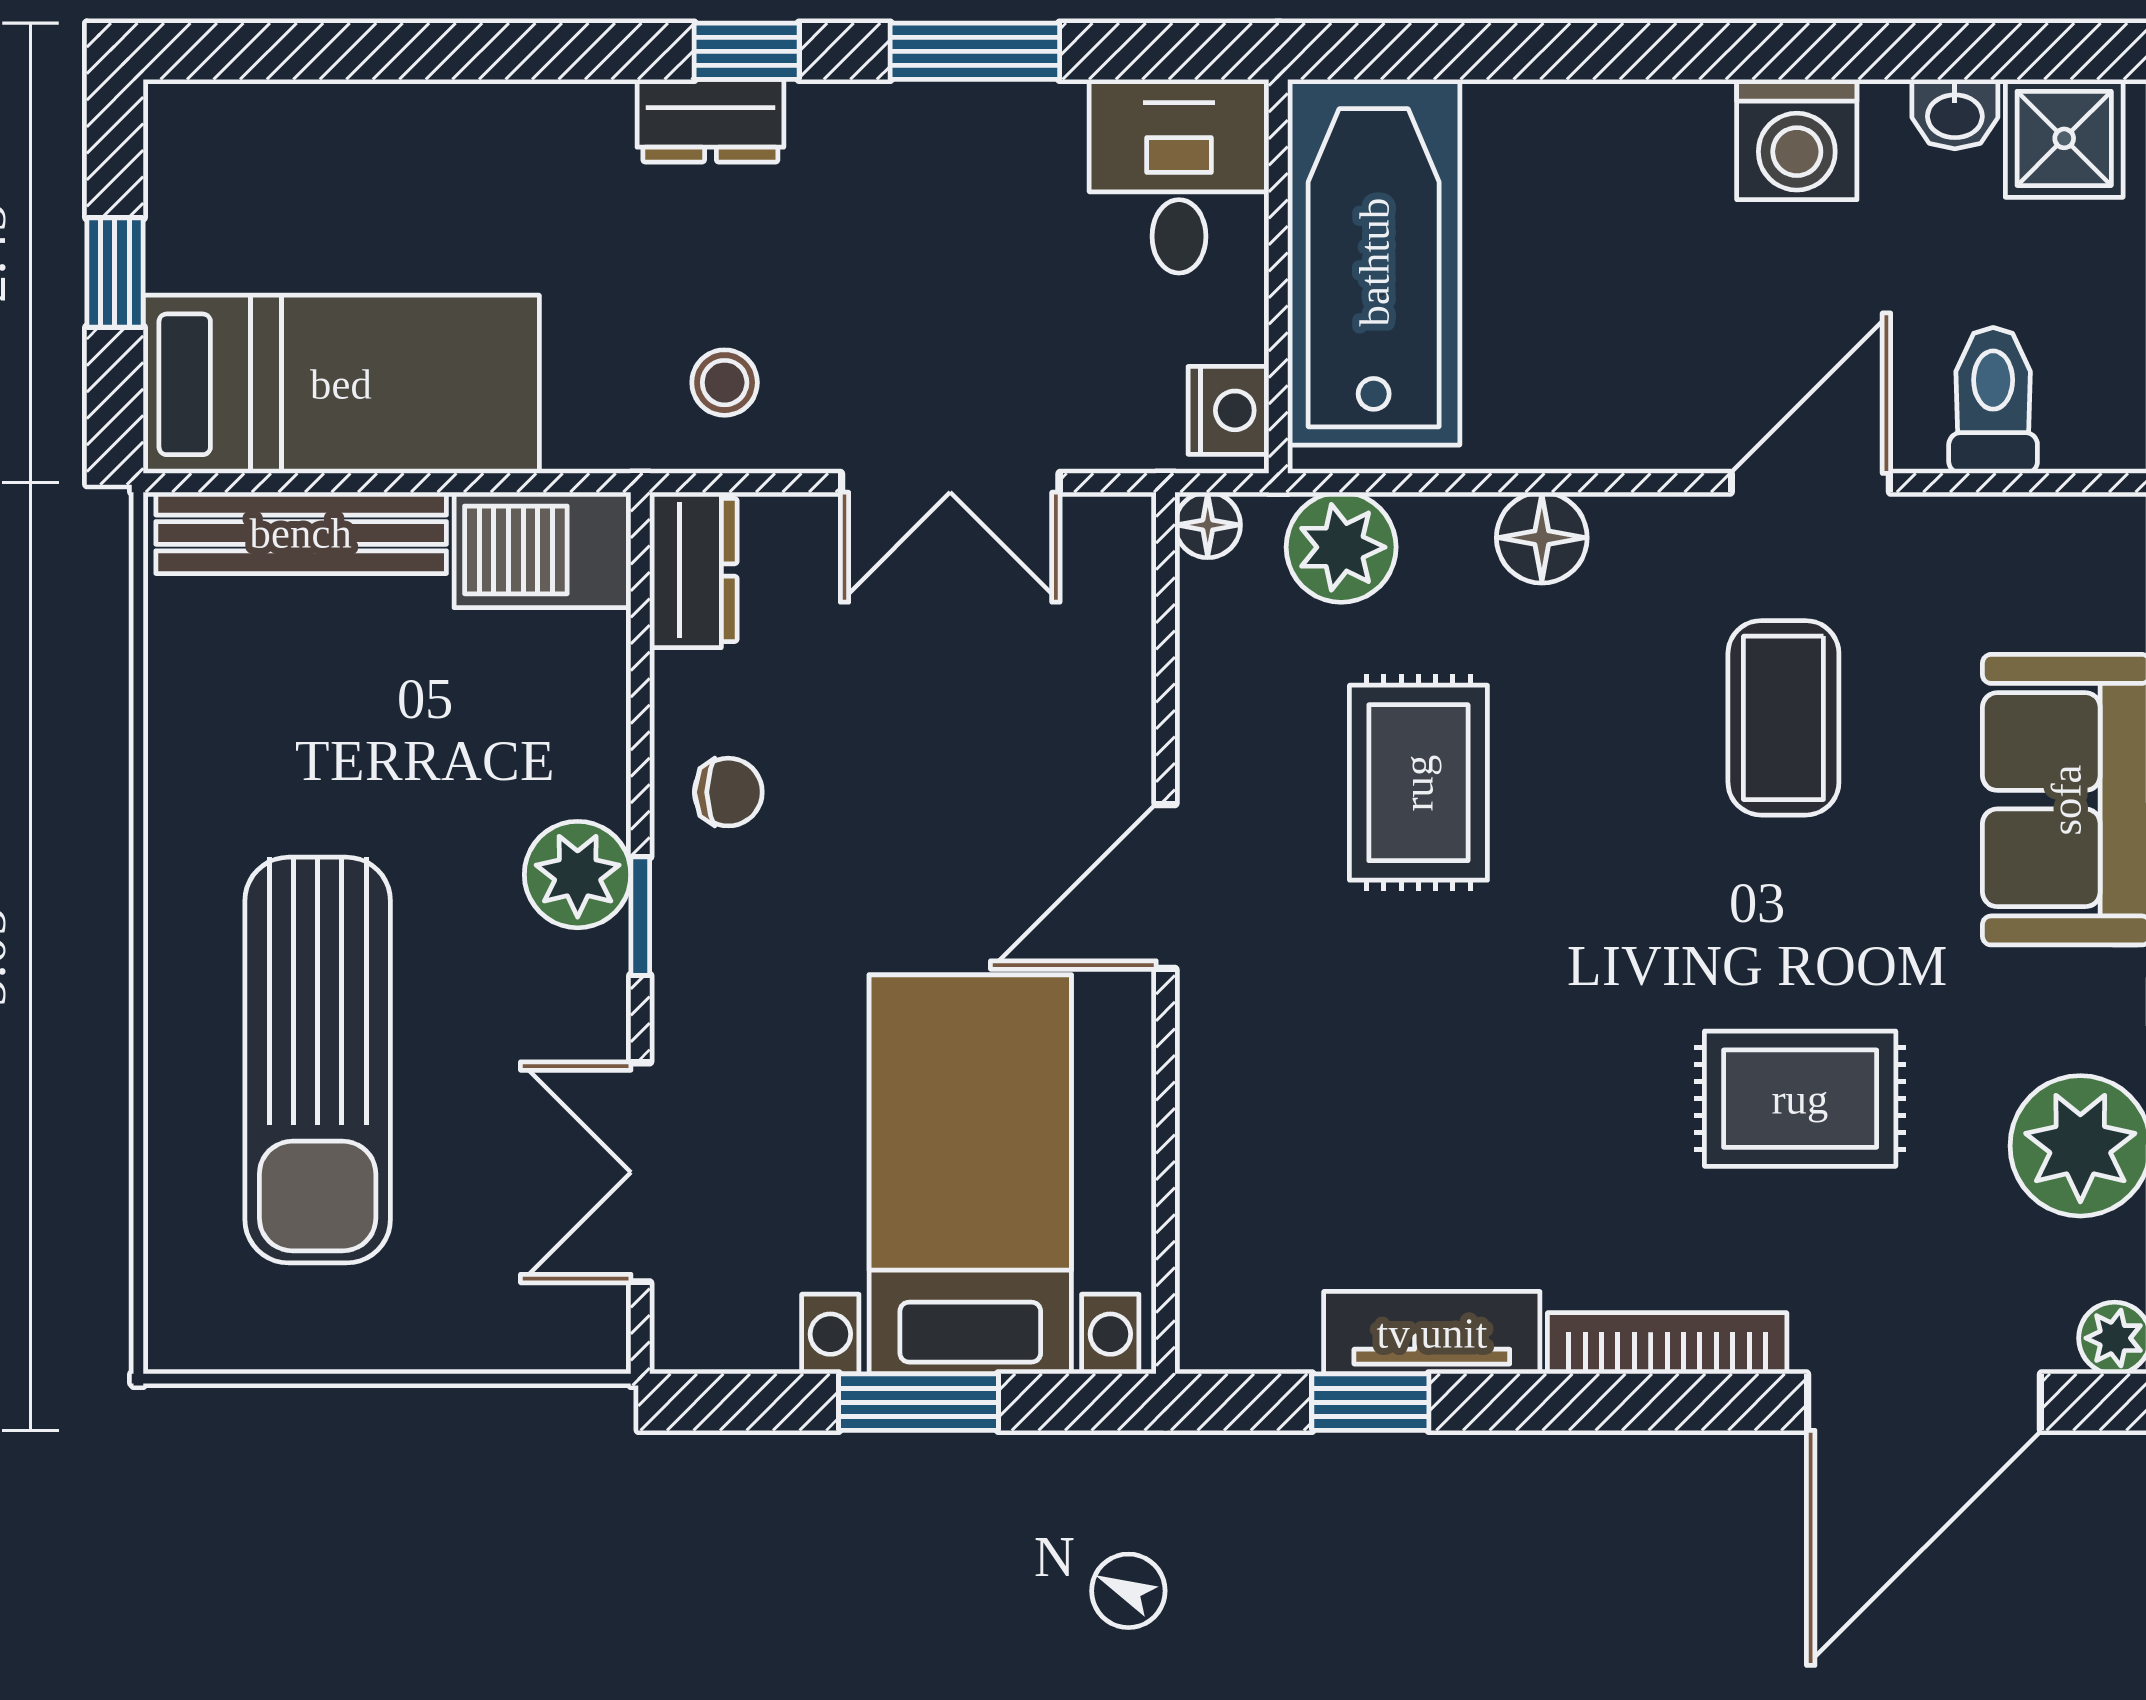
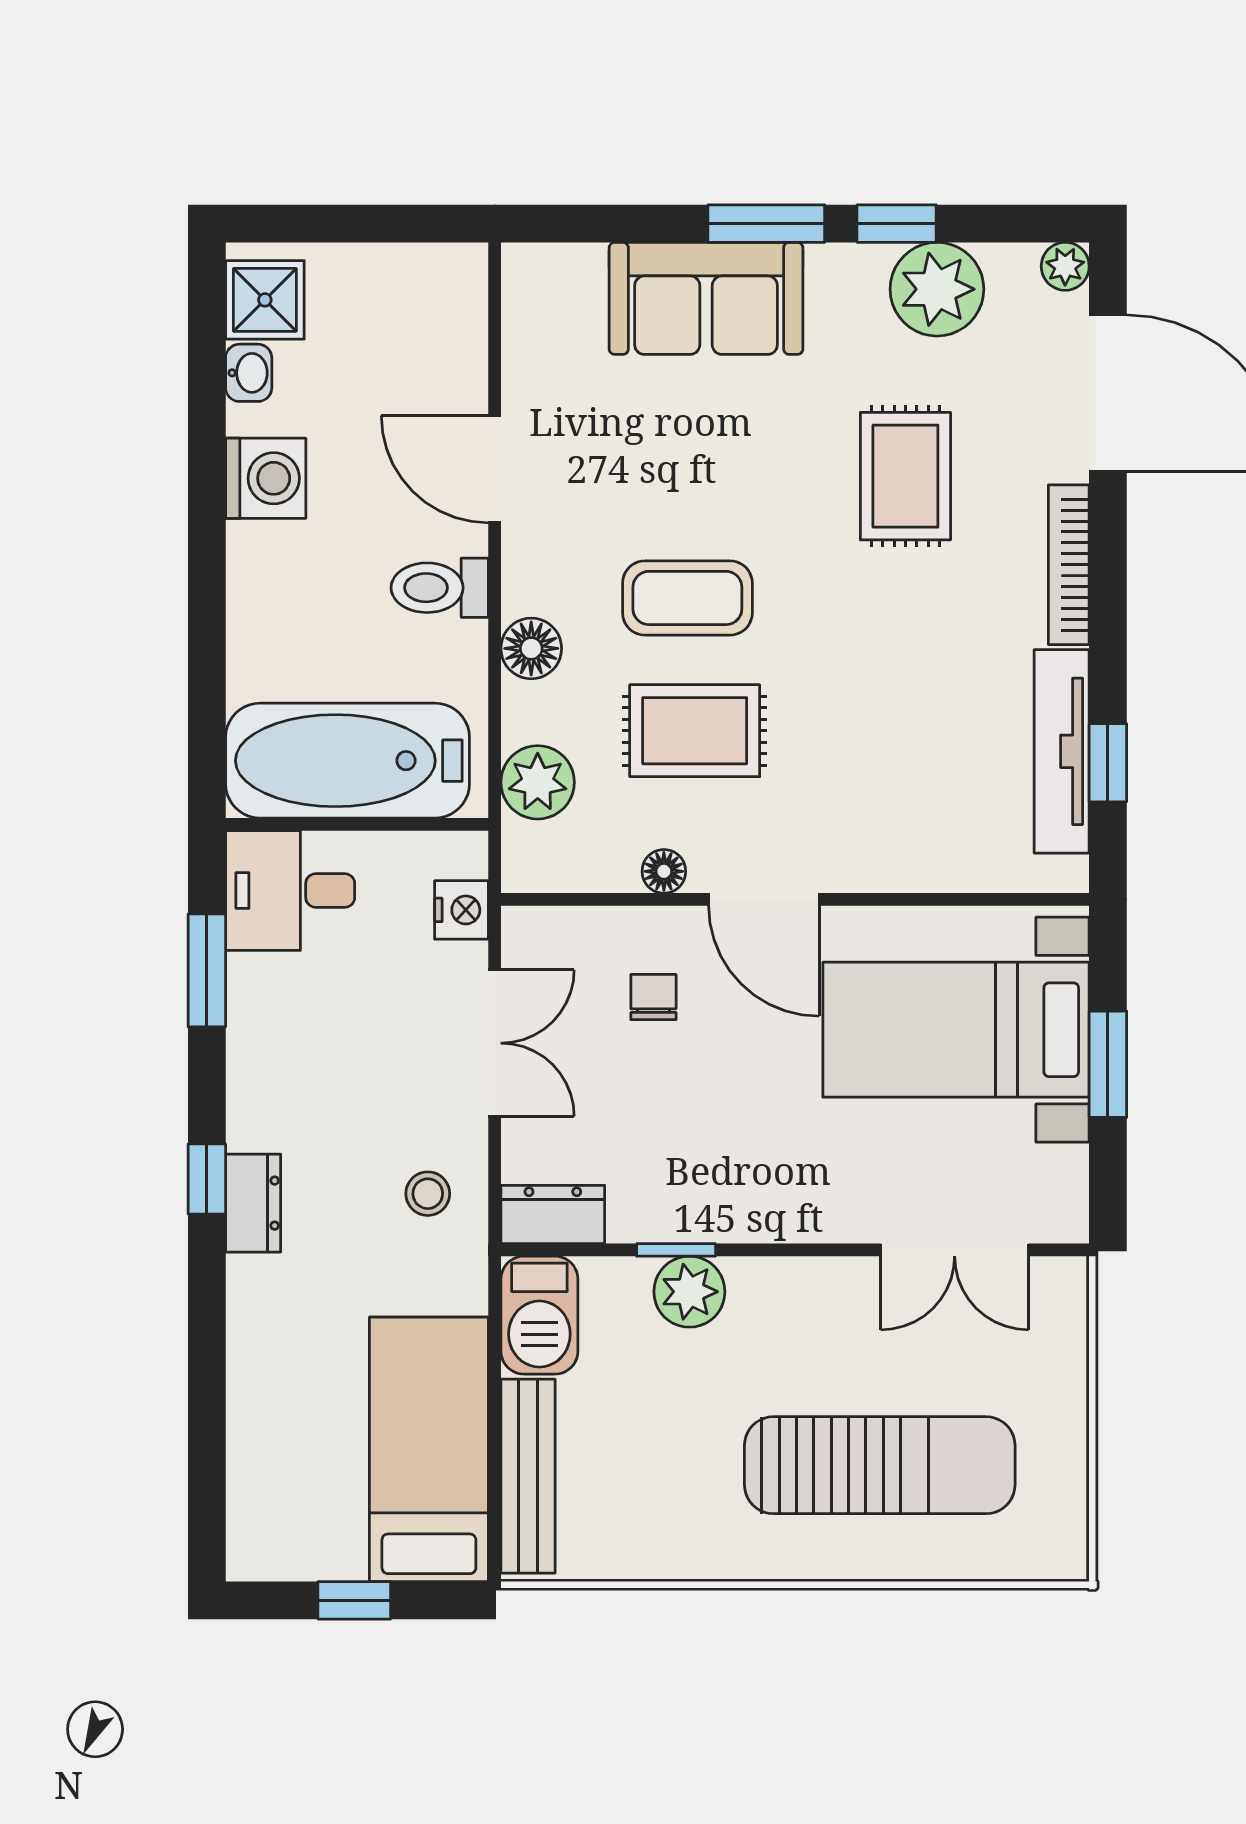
window: (975, 51) -> (207, 970), moved
toilet: (1993, 400) -> (440, 588), moved
nightstand: (1228, 410) -> (461, 910), moved, turned 90
floor lamp: (1208, 525) -> (664, 871), moved
coffee table: (1783, 718) -> (687, 598), moved
chair: (728, 792) -> (653, 997), moved
plant: (578, 875) -> (689, 1292), moved
window: (640, 916) -> (676, 1250), moved
tv unit: (1432, 1333) -> (1062, 751), width x1.41

